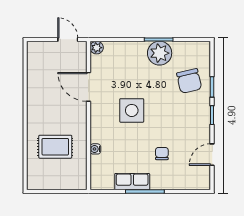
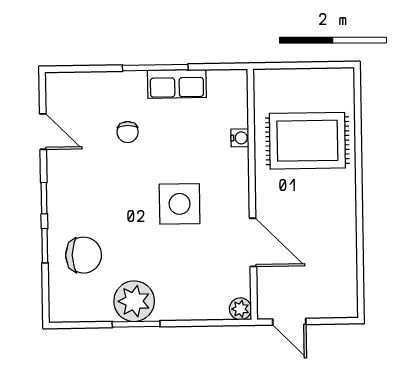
chair: (189, 81) -> (84, 255), turned 103
rug: (55, 147) -> (307, 141), width x1.36, depth x1.43
door: (212, 155) -> (43, 132), hinge flipped

